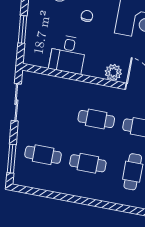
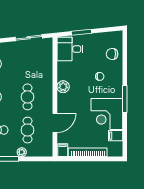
desk: (68, 54) -> (70, 49), moved
plant: (113, 72) -> (63, 87), moved

